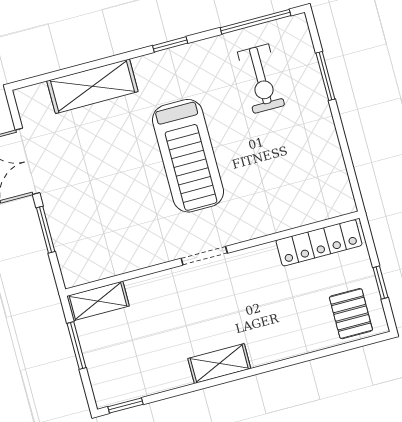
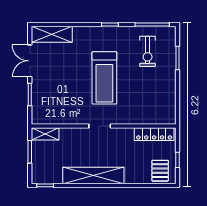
shelving: (92, 86) -> (52, 34), moved
shelving: (219, 364) -> (93, 175), width x2.20, depth x1.33

